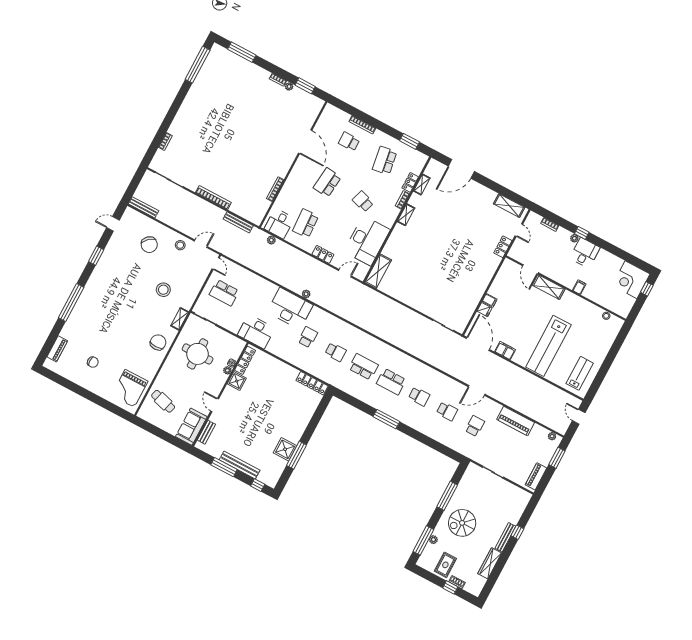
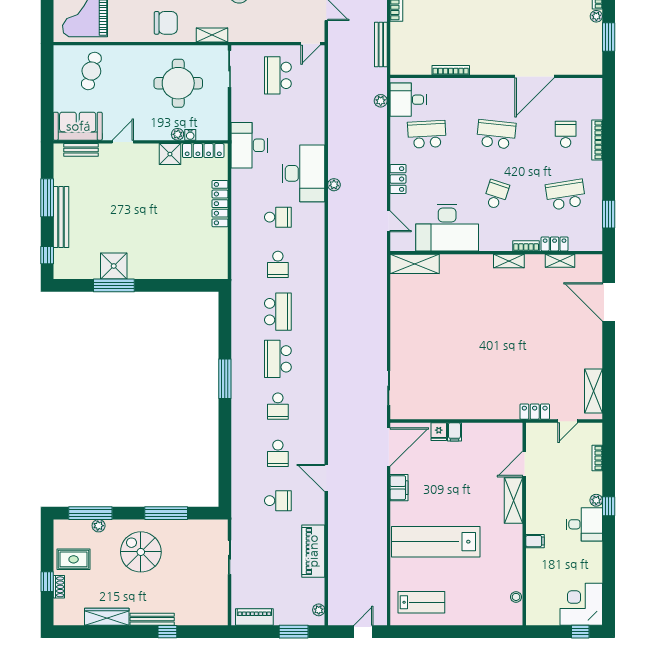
locker: (312, 383) -> (220, 204), moved

